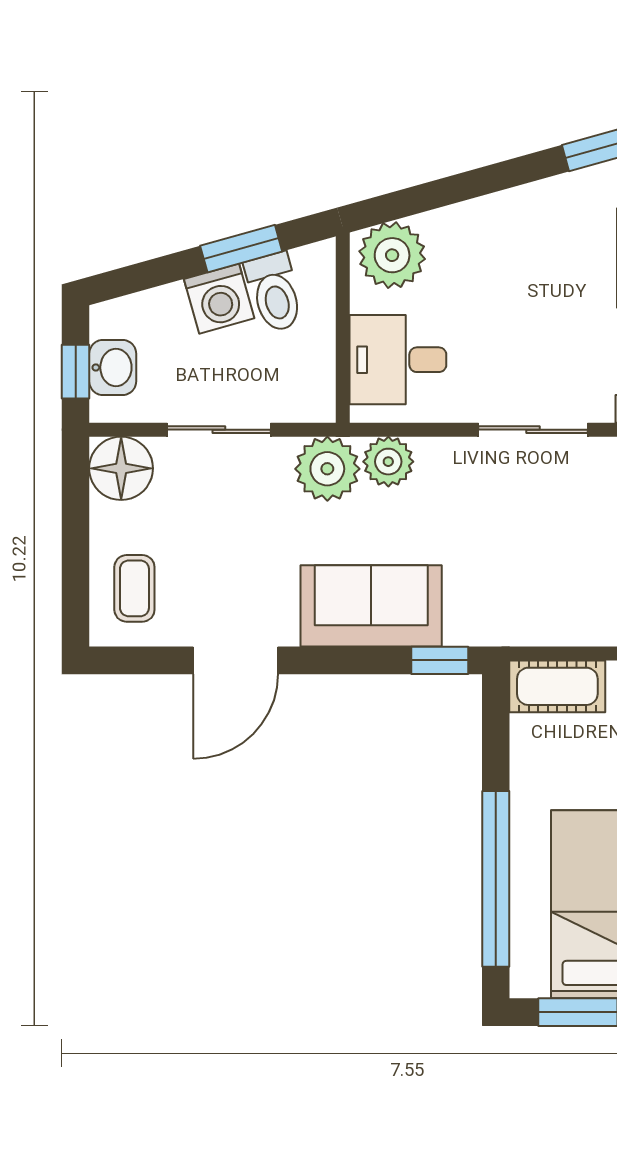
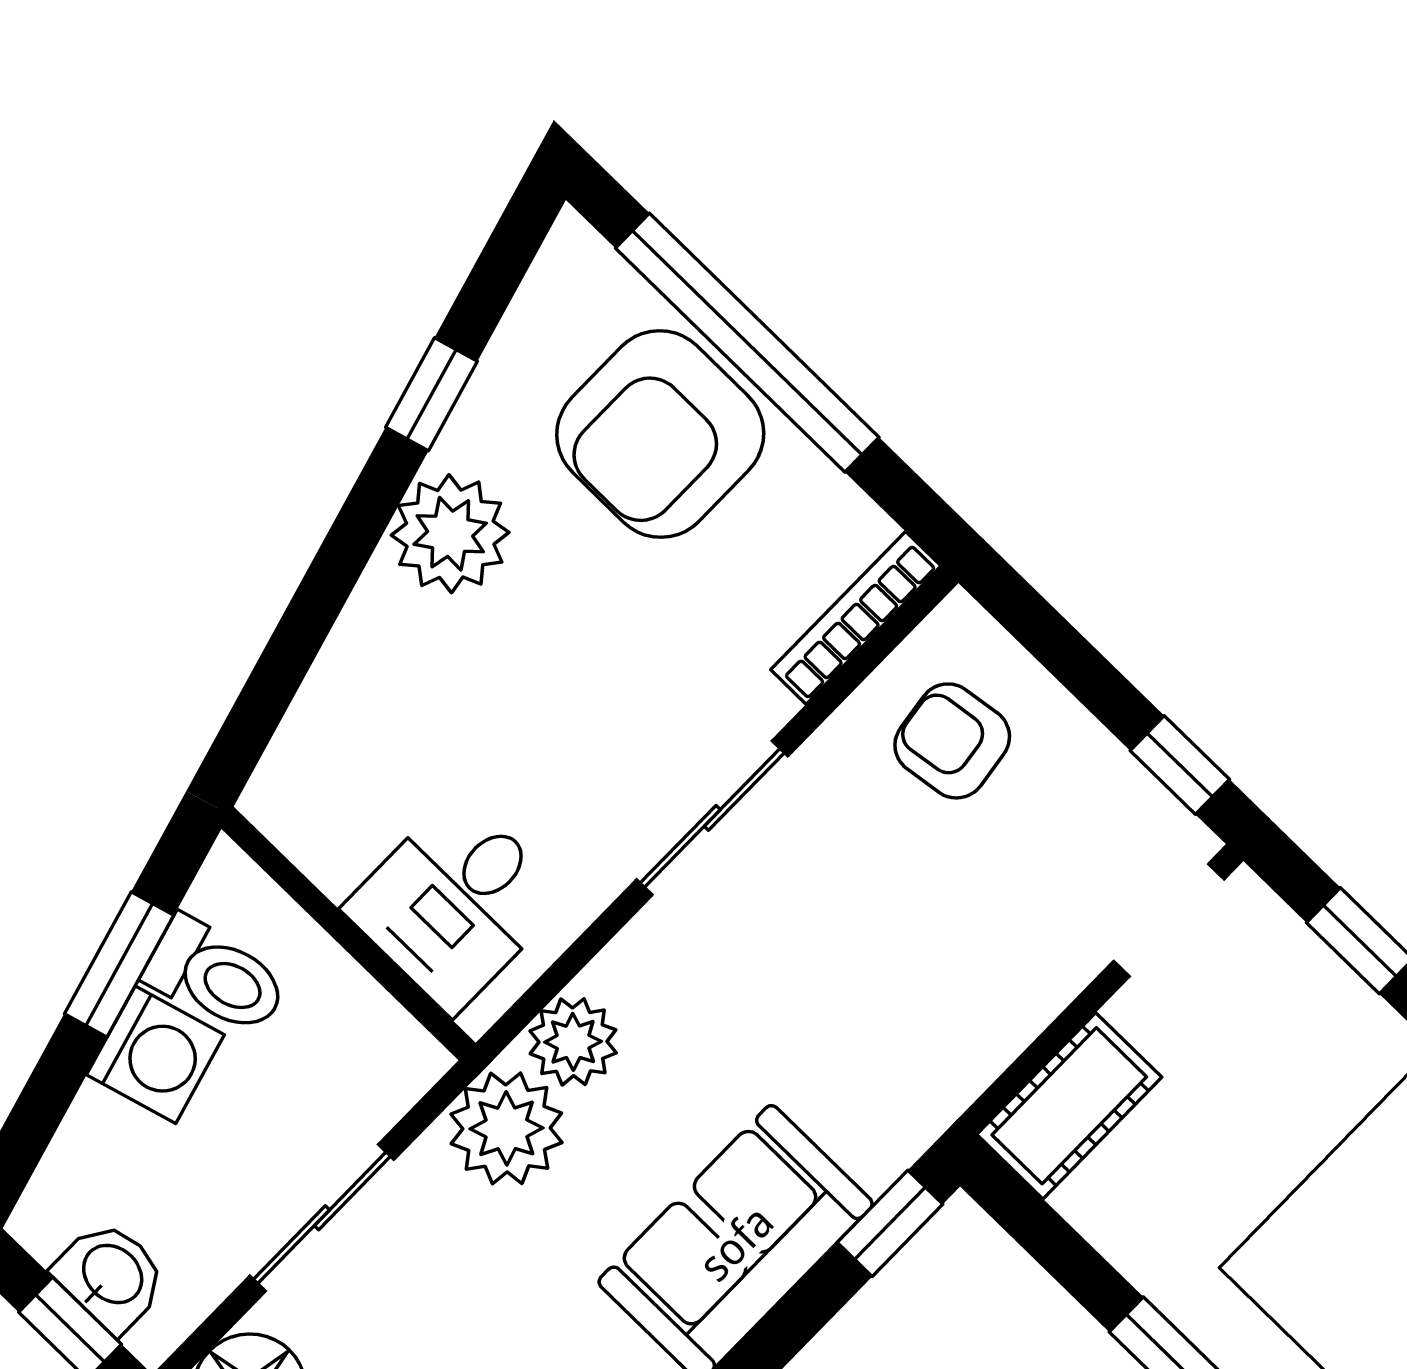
plant: (392, 255) -> (450, 534), moved

